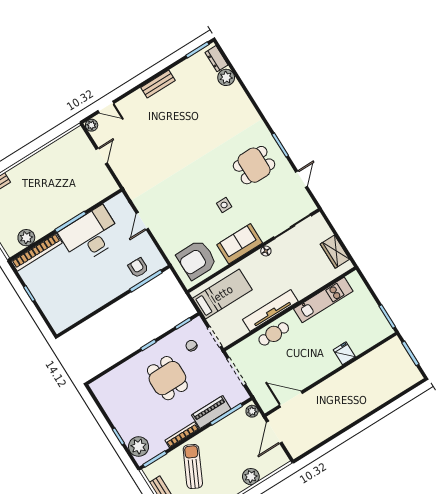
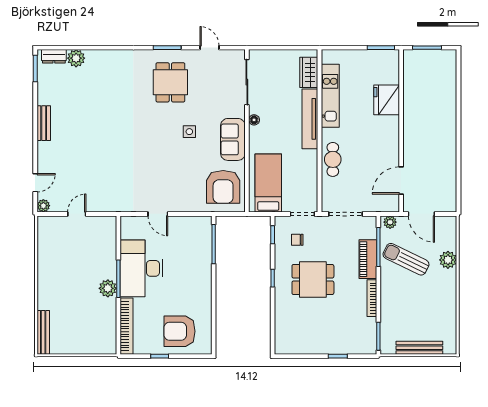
door: (102, 156) -> (77, 214), hinge flipped
plant: (26, 238) -> (108, 288), moved
wardrobe: (335, 252) -> (309, 72), moved, turned 90
armchair: (138, 268) -> (180, 331), moved, width x1.88, depth x1.88
tv unit: (270, 310) -> (310, 119), moved
fridge: (344, 353) -> (387, 100), width x1.88, depth x1.34
plant: (139, 446) -> (358, 344), removed
sun lounger: (193, 467) -> (406, 259), moved

